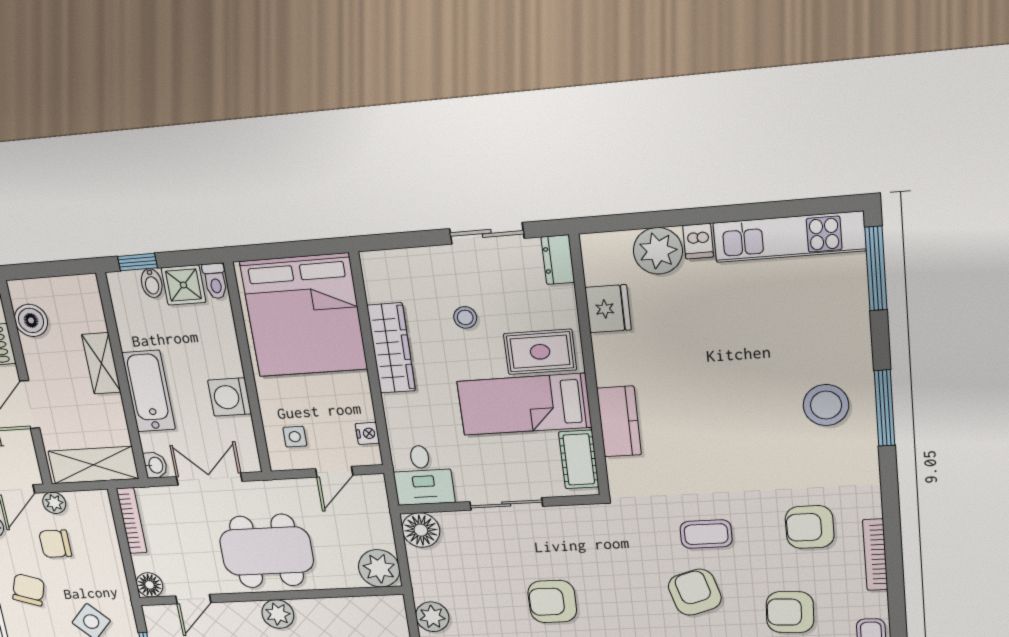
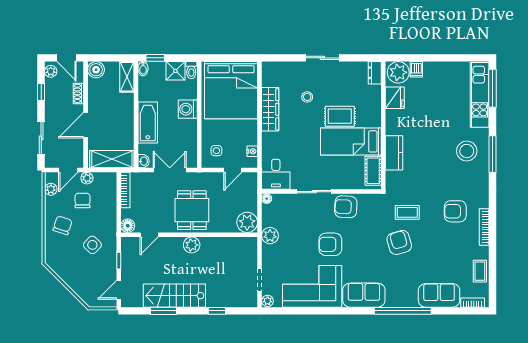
kitchen unit: (789, 237) -> (480, 95), moved, turned 90
dresser: (558, 260) -> (375, 73), moved
bidet: (152, 283) -> (143, 69), moved
fridge: (608, 309) -> (395, 98), moved
boiler: (31, 320) -> (96, 70), moved
shelving: (101, 363) -> (127, 77), moved
wall: (589, 368) -> (383, 125), moved
washing machine: (230, 397) -> (188, 109), moved
bed: (524, 404) -> (351, 141), moved
kitchen counter: (619, 421) -> (394, 153), moved
cot: (579, 459) -> (373, 171), moved
floor lamp: (421, 530) -> (267, 199), width x0.53, depth x0.53
chair: (55, 544) -> (83, 200), turned 90
dining table: (267, 551) -> (192, 210), width x0.73
armchair: (790, 612) -> (346, 207), moved
plant: (432, 617) -> (270, 236), moved

